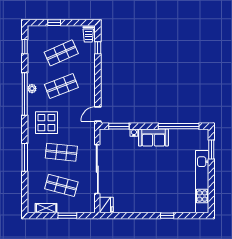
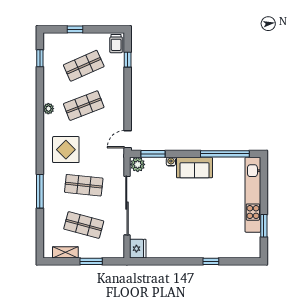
window: (25, 94) -> (40, 115), removed
plant: (106, 135) -> (138, 164), added
window: (211, 149) -> (264, 226), moved
kitchen unit: (202, 182) -> (253, 195), moved

